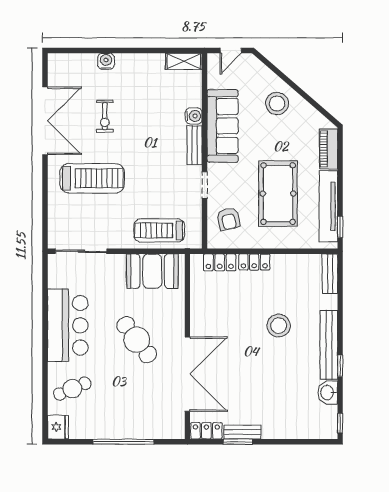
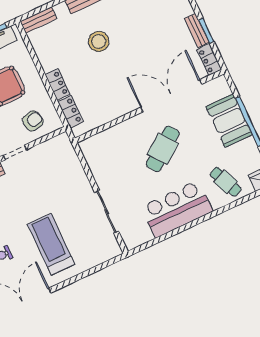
treadmill: (159, 230) -> (68, 172), removed
sliding door: (81, 251) -> (107, 212), moved
booth: (152, 271) -> (229, 121), moved

